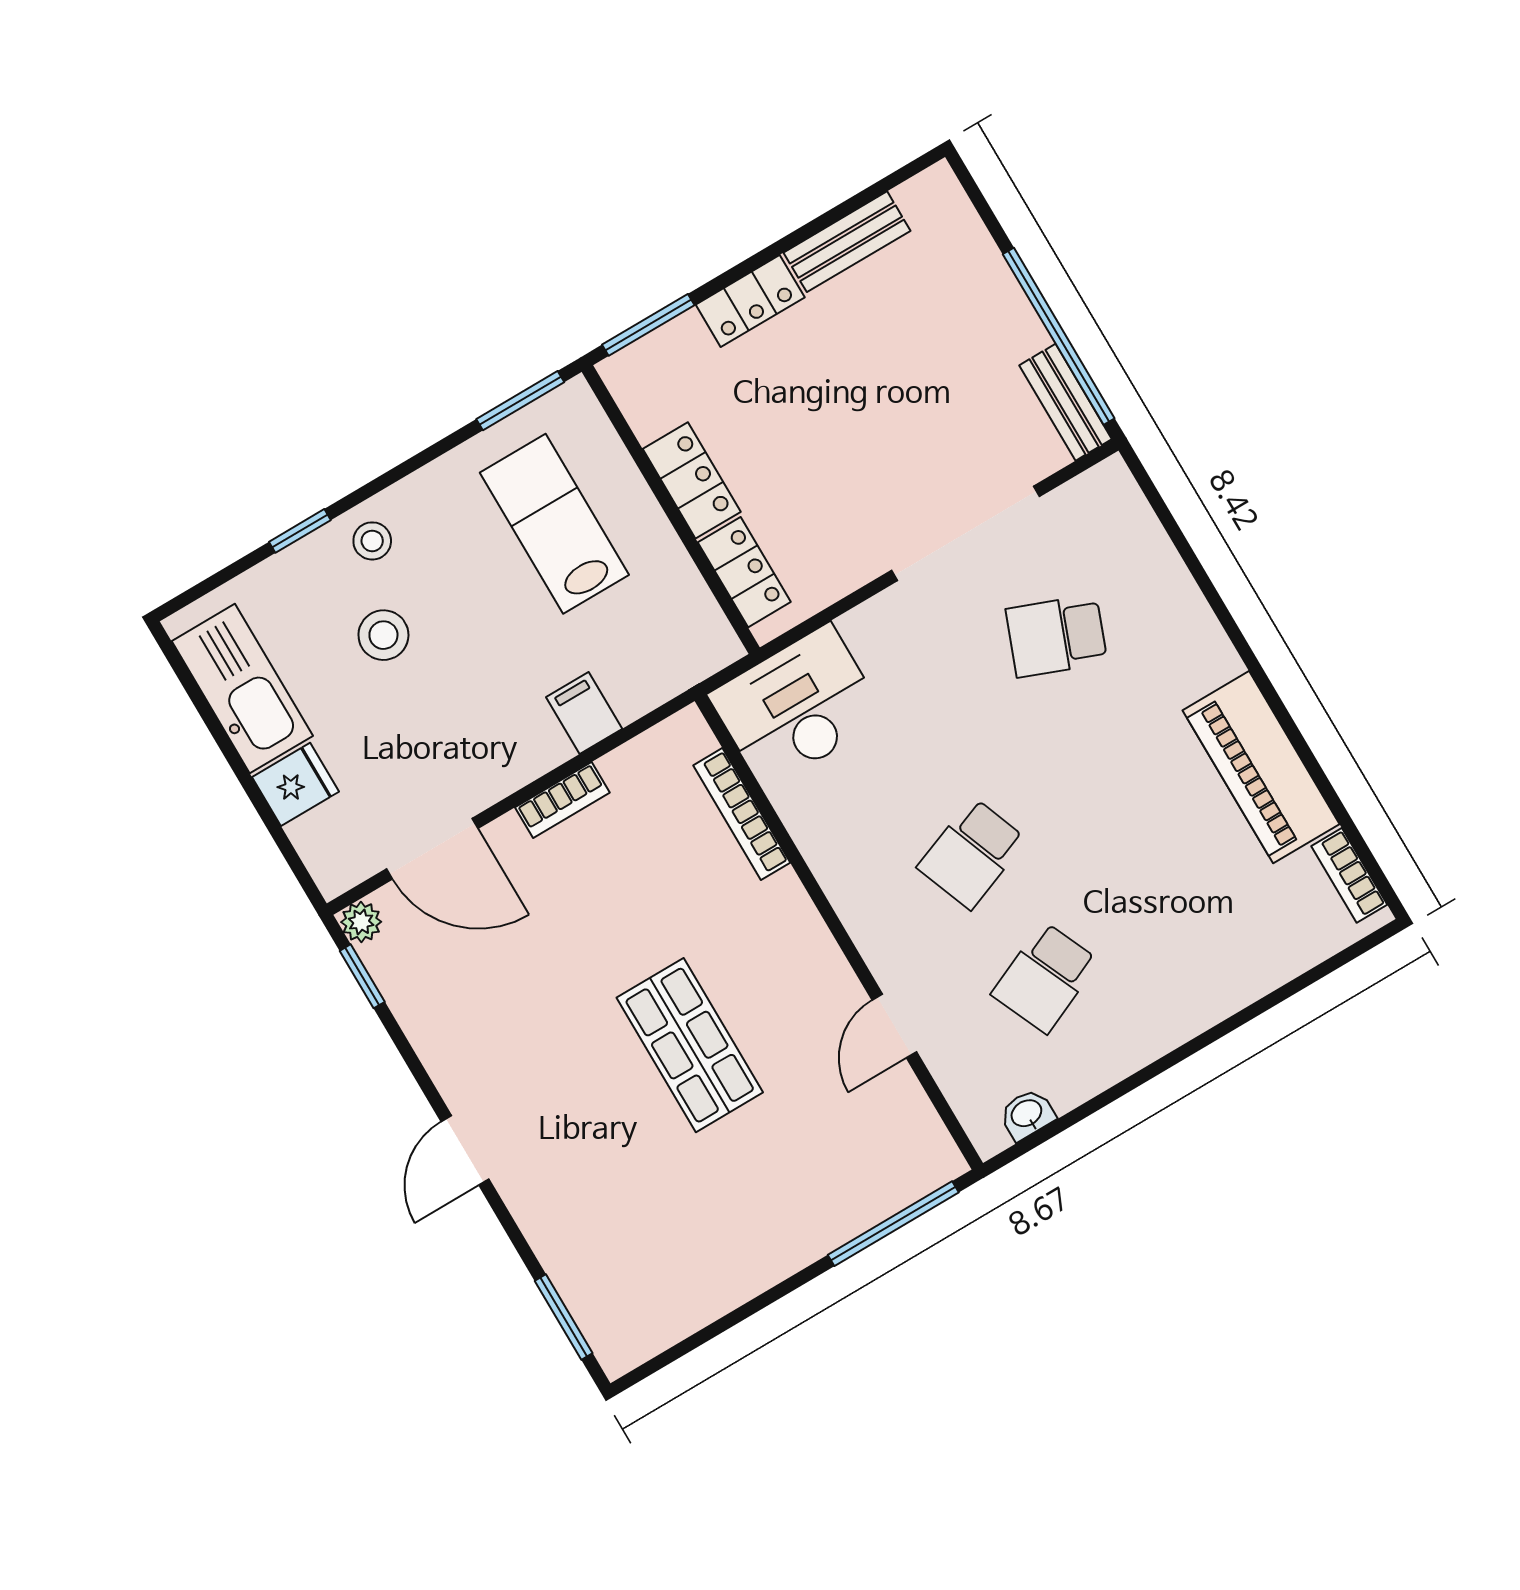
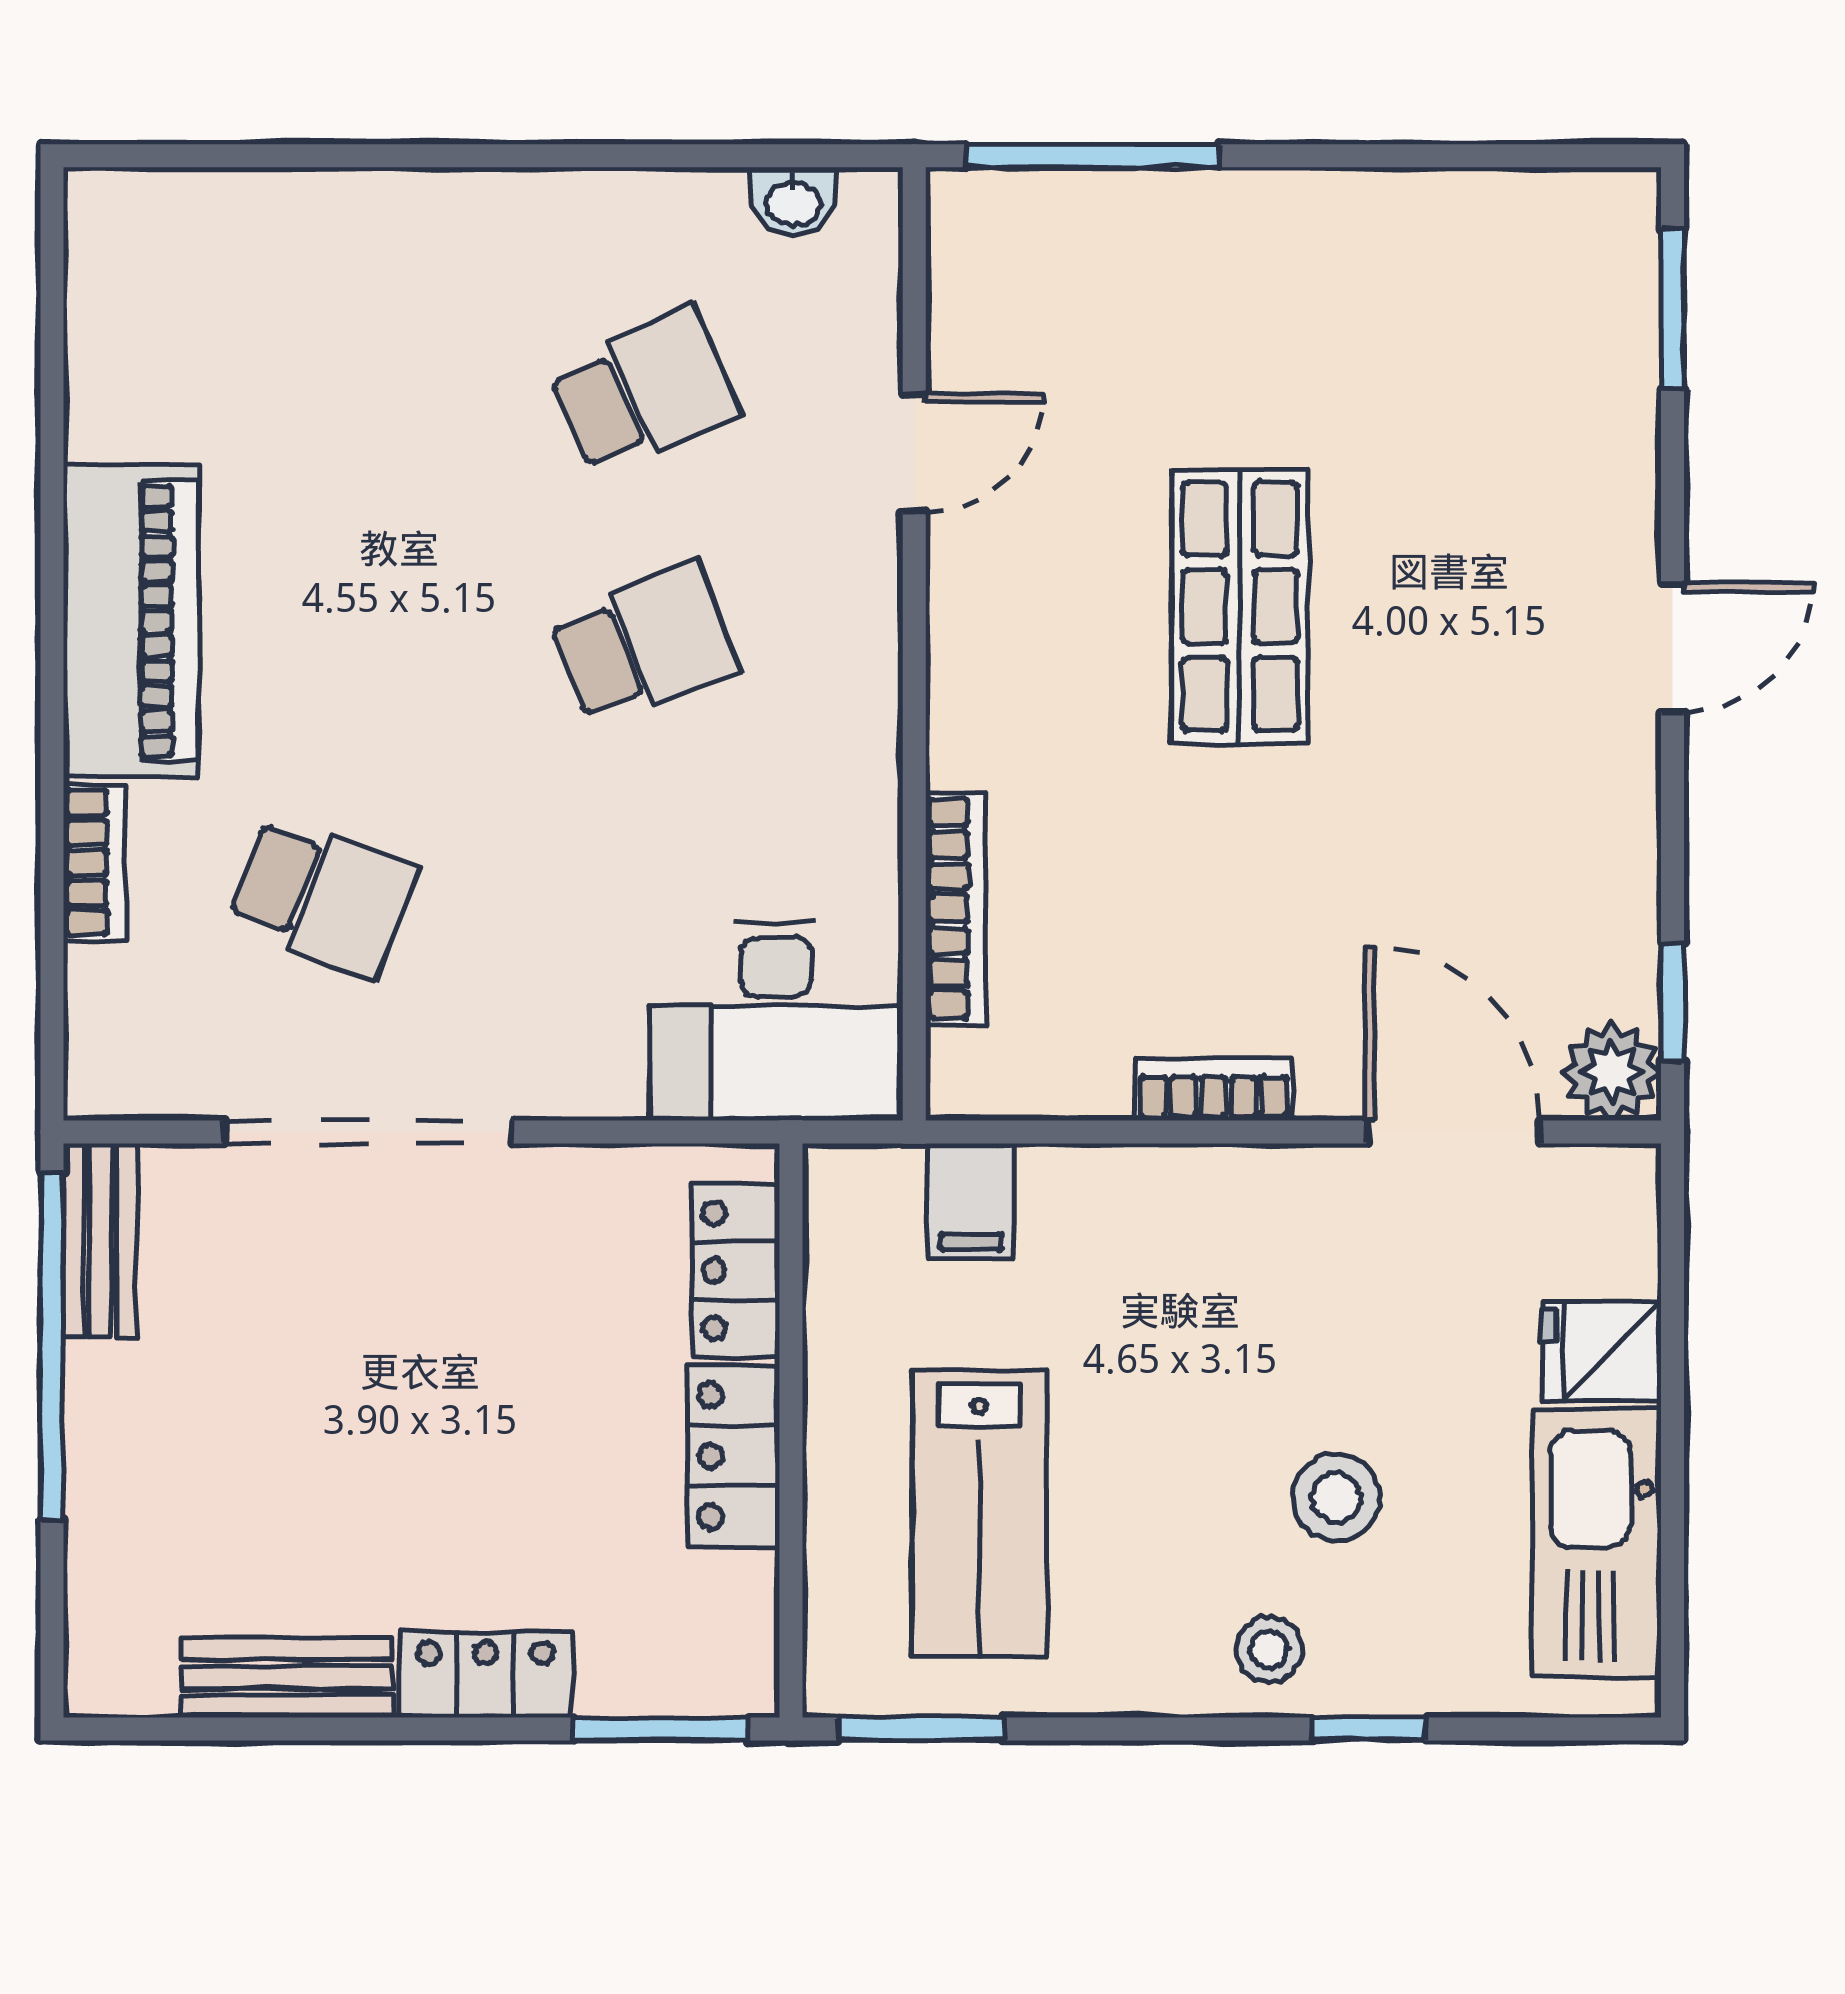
filing cabinet: (584, 713) -> (971, 1201), moved
piano: (1261, 767) -> (131, 621), moved
bookcase: (1349, 875) -> (95, 863), moved
plant: (361, 922) -> (1612, 1072), width x1.38, depth x1.38

